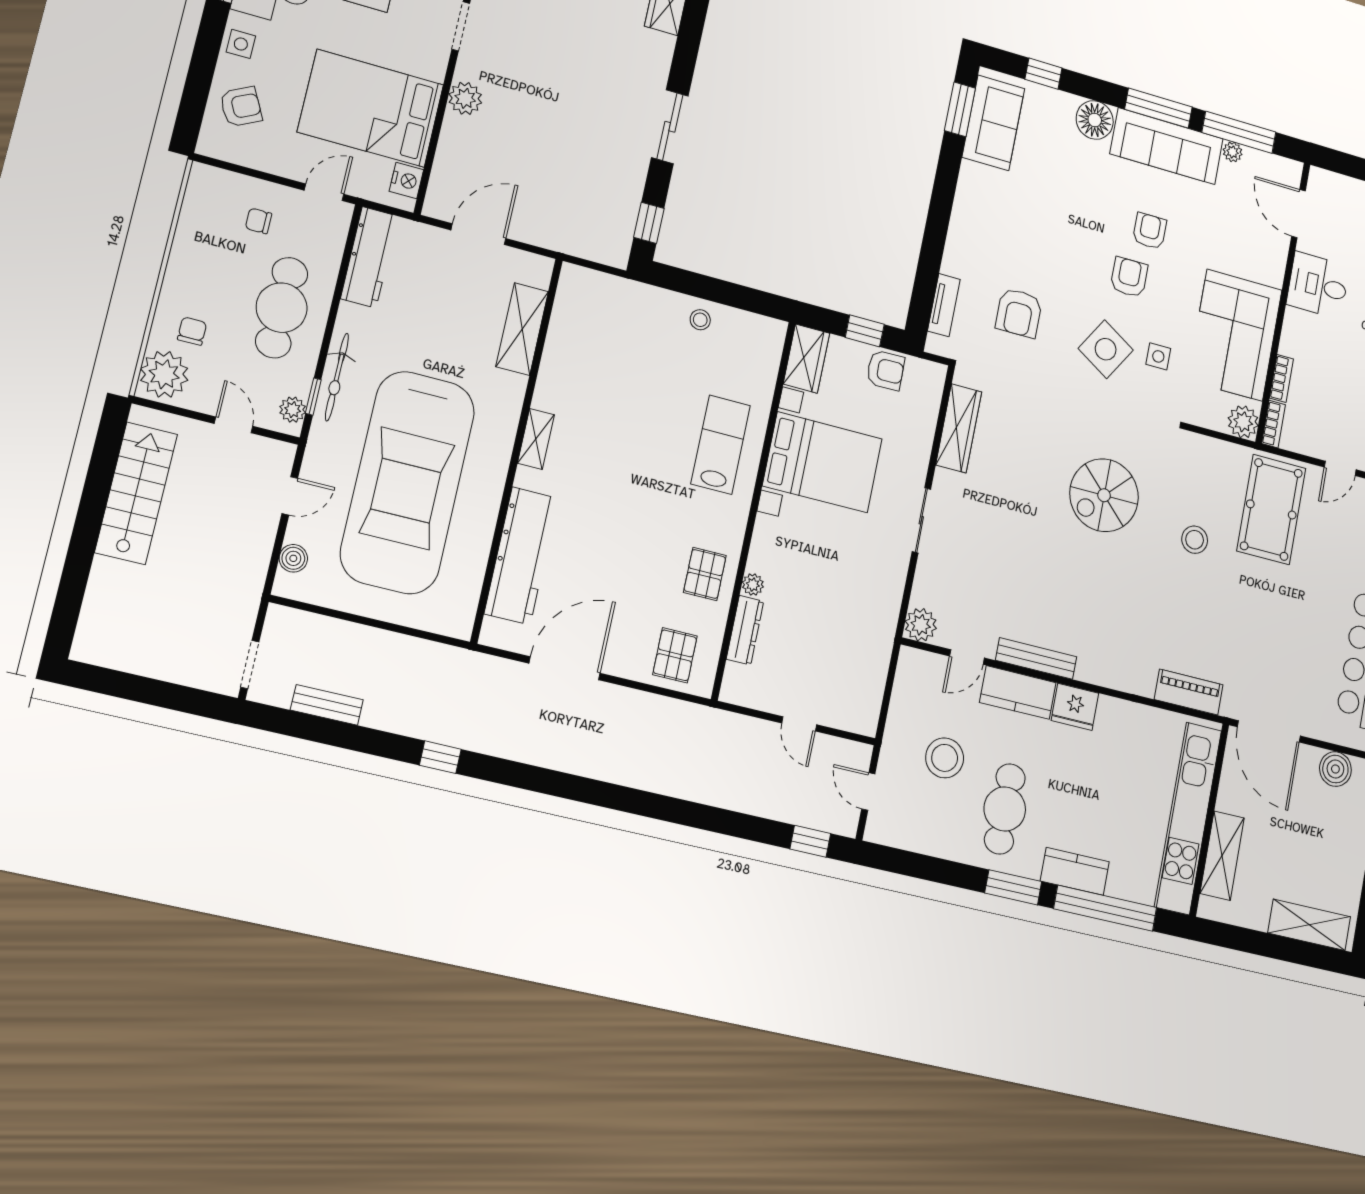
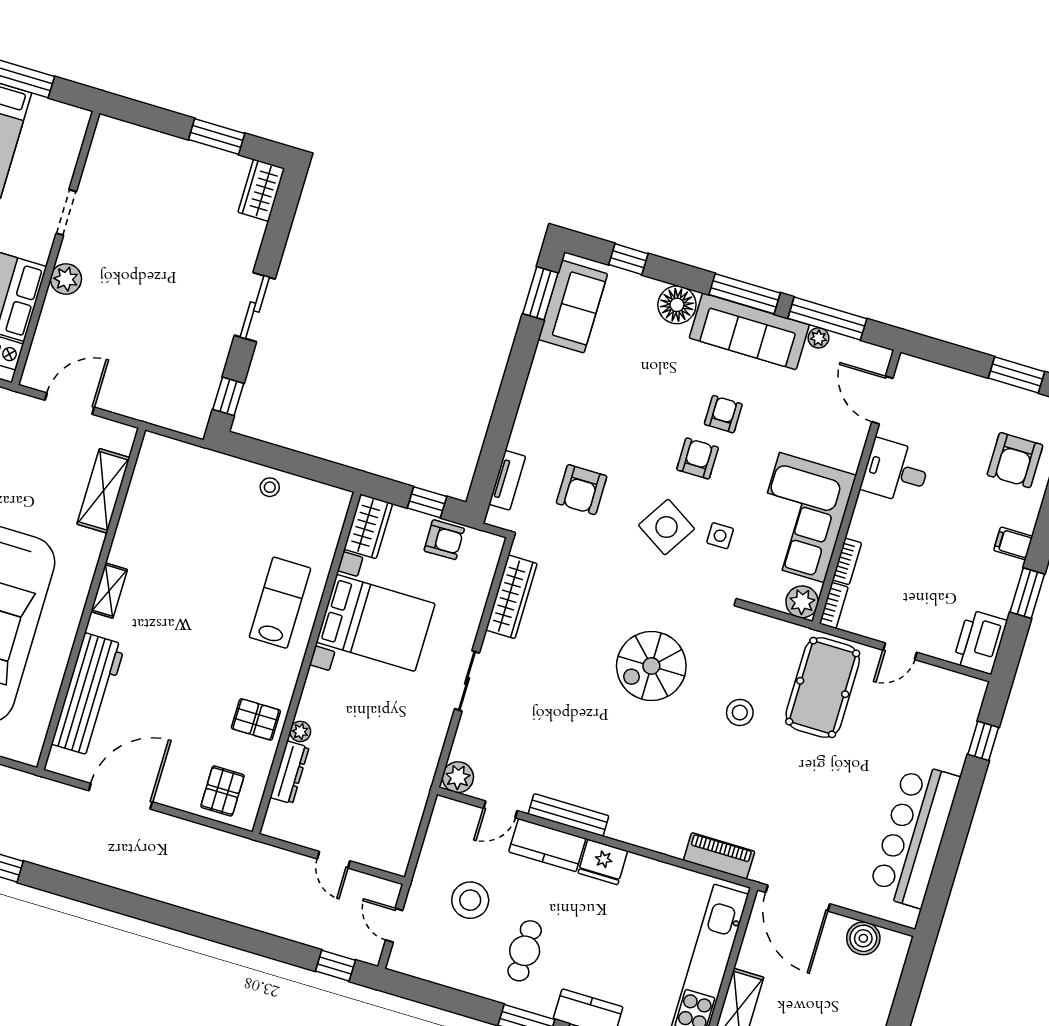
pallet: (705, 574) -> (256, 719), turned 90
cafe table: (1005, 809) -> (525, 951), width x0.73, depth x0.74

